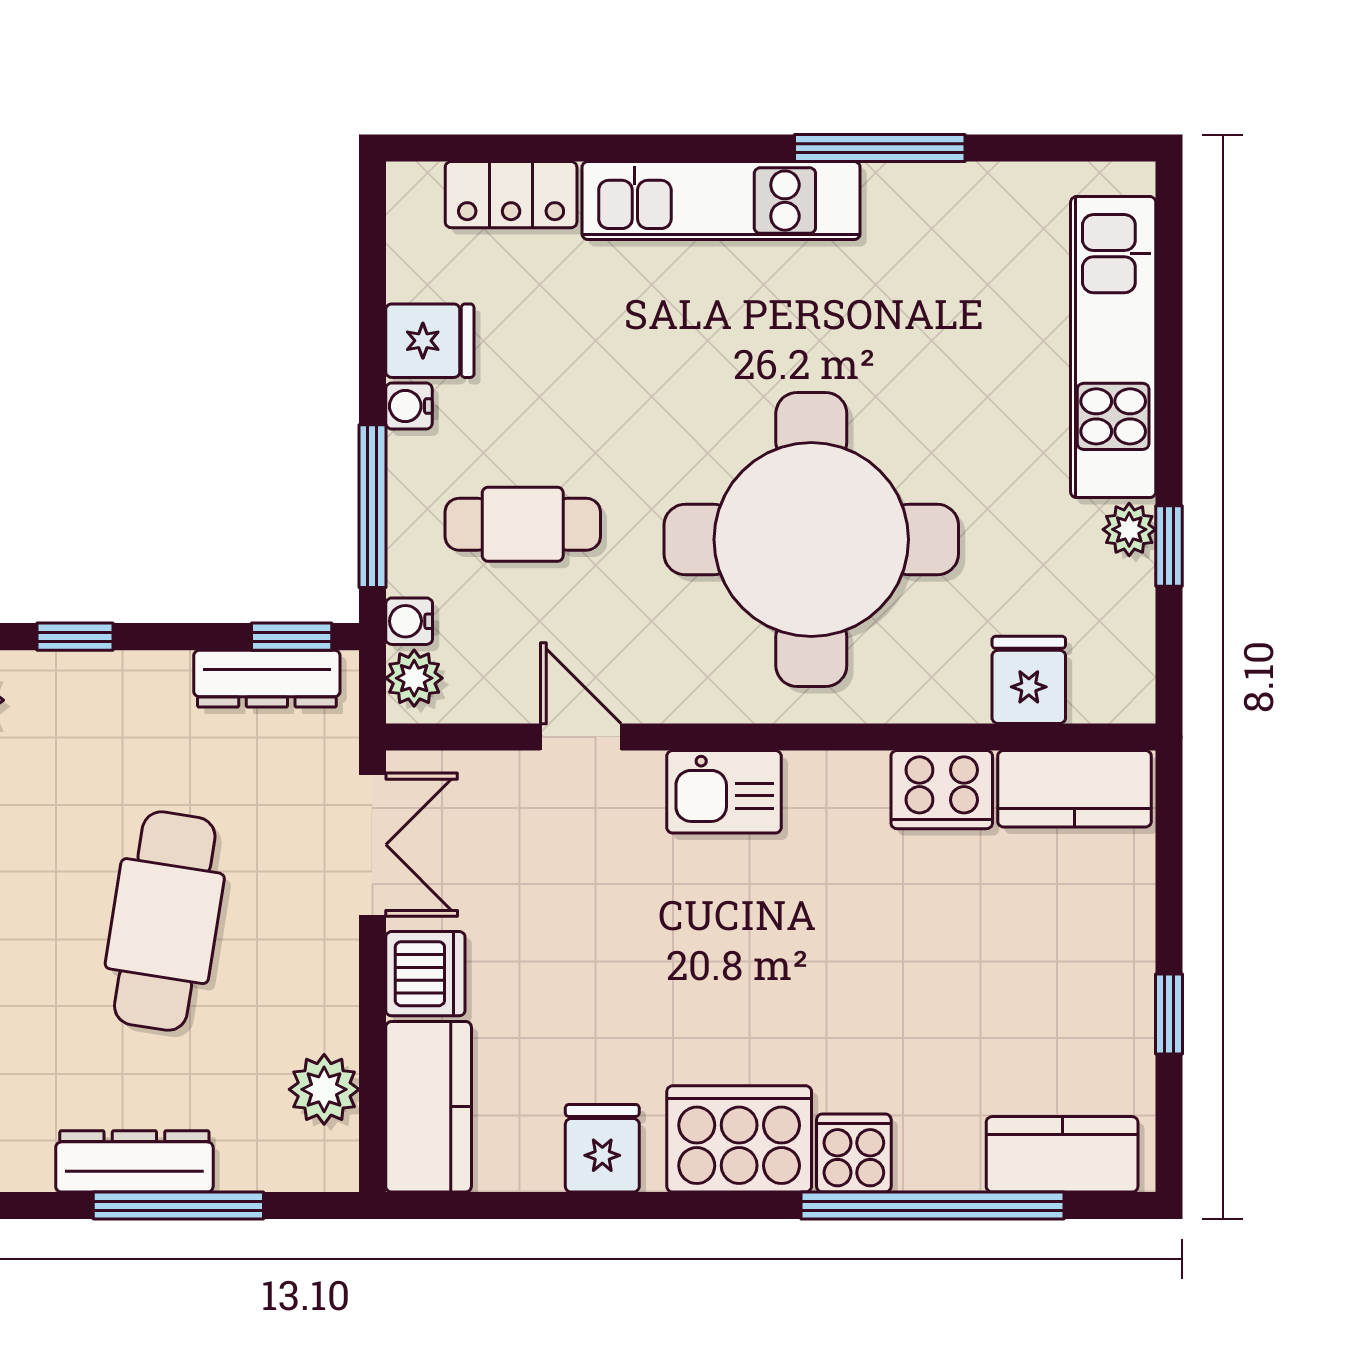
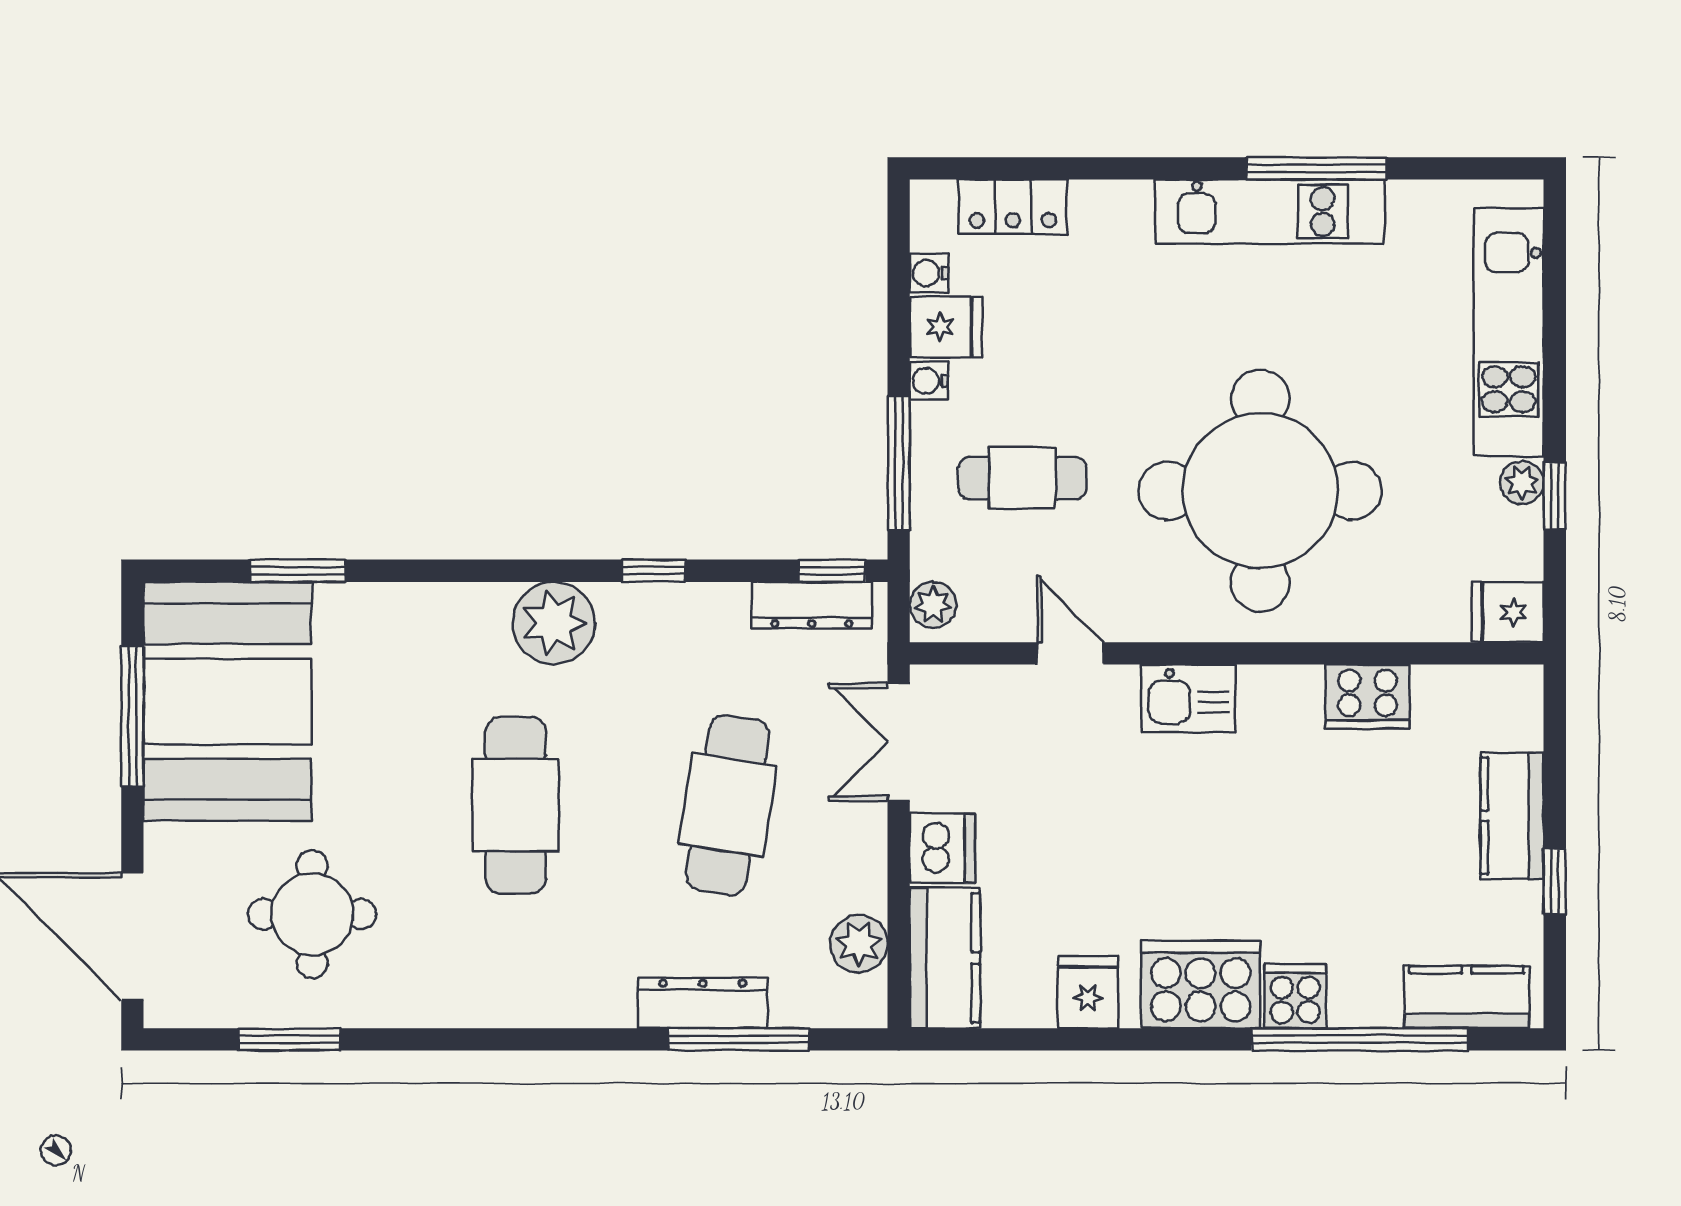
kitchen unit: (721, 201) -> (1270, 212), moved
water cooler: (409, 621) -> (929, 273), moved
fridge: (1029, 680) -> (1508, 612), moved, turned -90
kitchen counter: (1074, 789) -> (1512, 816), moved, turned 90
double door: (372, 845) -> (899, 742), swing flipped

